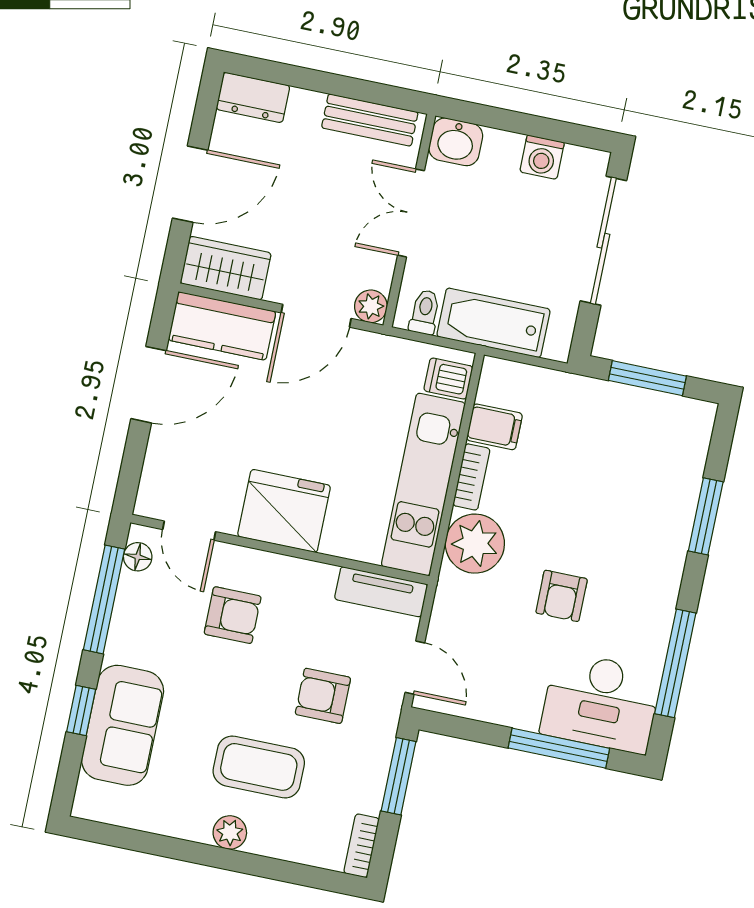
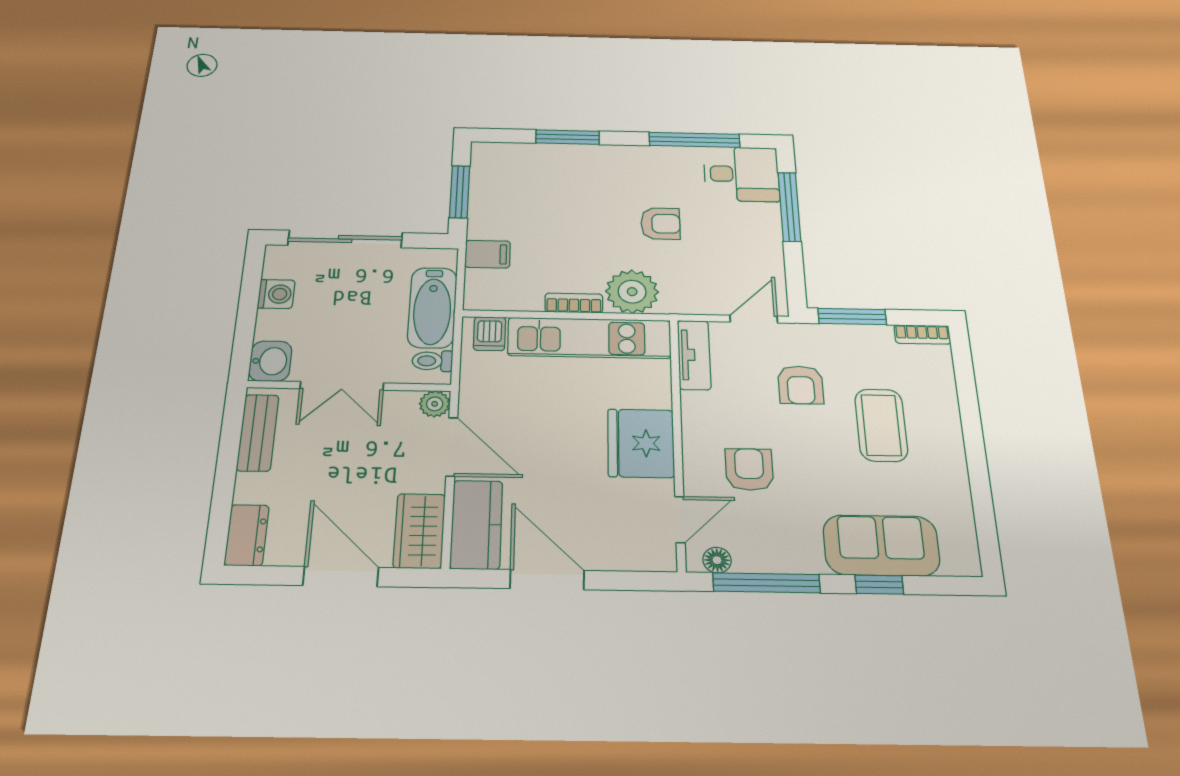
filing cabinet: (494, 427) -> (488, 254), moved, turned 90
desk: (601, 702) -> (741, 174), width x0.73
plant: (230, 832) -> (948, 439), removed

